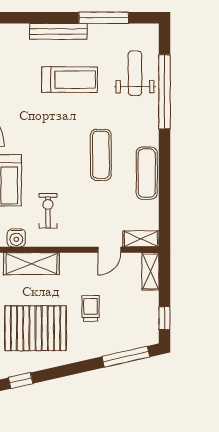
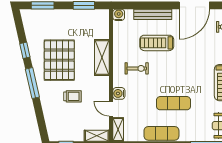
water cooler: (16, 238) -> (119, 93), moved
window: (126, 357) -> (32, 83), moved

